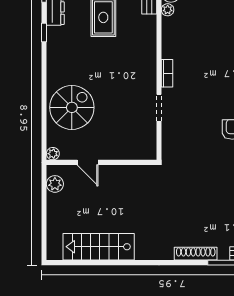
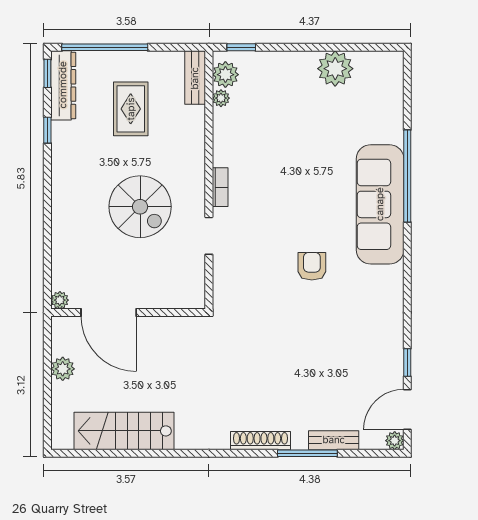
spiral stairs: (72, 107) -> (140, 207), moved, turned 90
door: (88, 162) -> (109, 313), width x1.87
plant: (55, 184) -> (63, 369), moved

